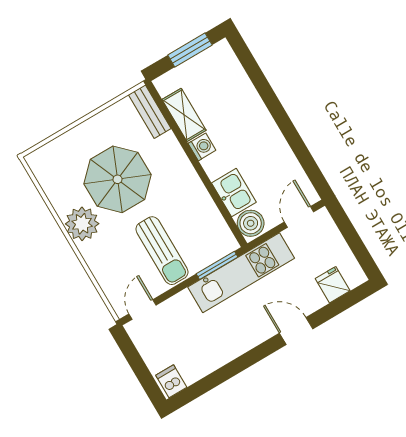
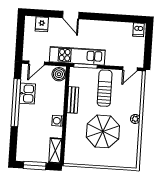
bench: (150, 112) -> (73, 100), moved
shelving: (184, 115) -> (55, 151), moved
window: (289, 131) -> (16, 103), added
kitchen sink: (234, 193) -> (27, 94), moved, turned 180
plant: (82, 224) -> (135, 119), width x0.53, depth x0.53

